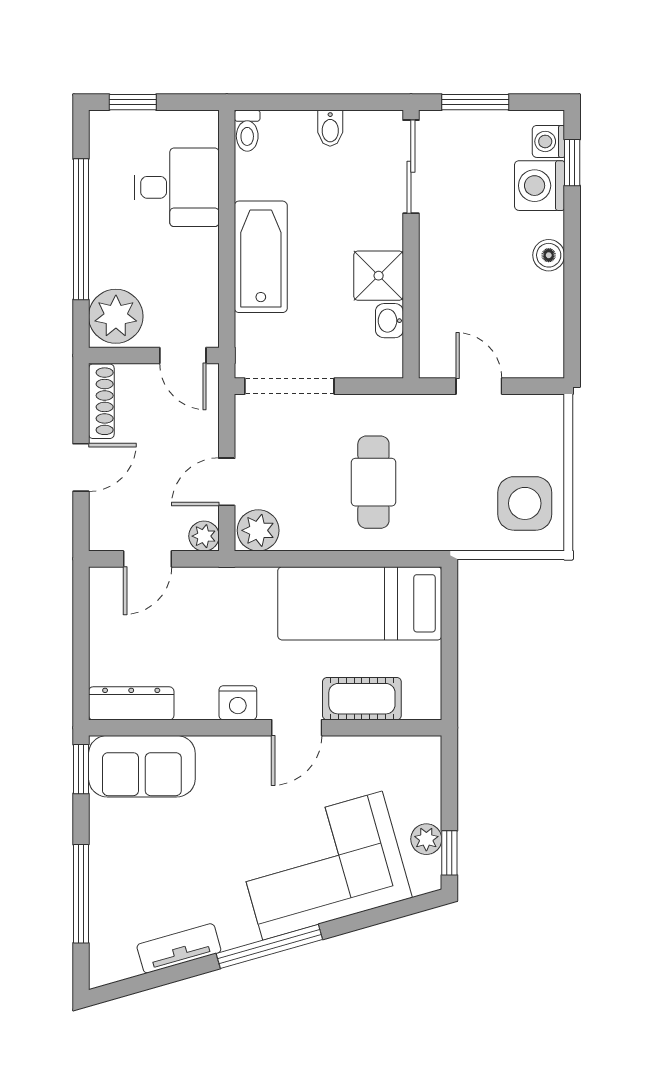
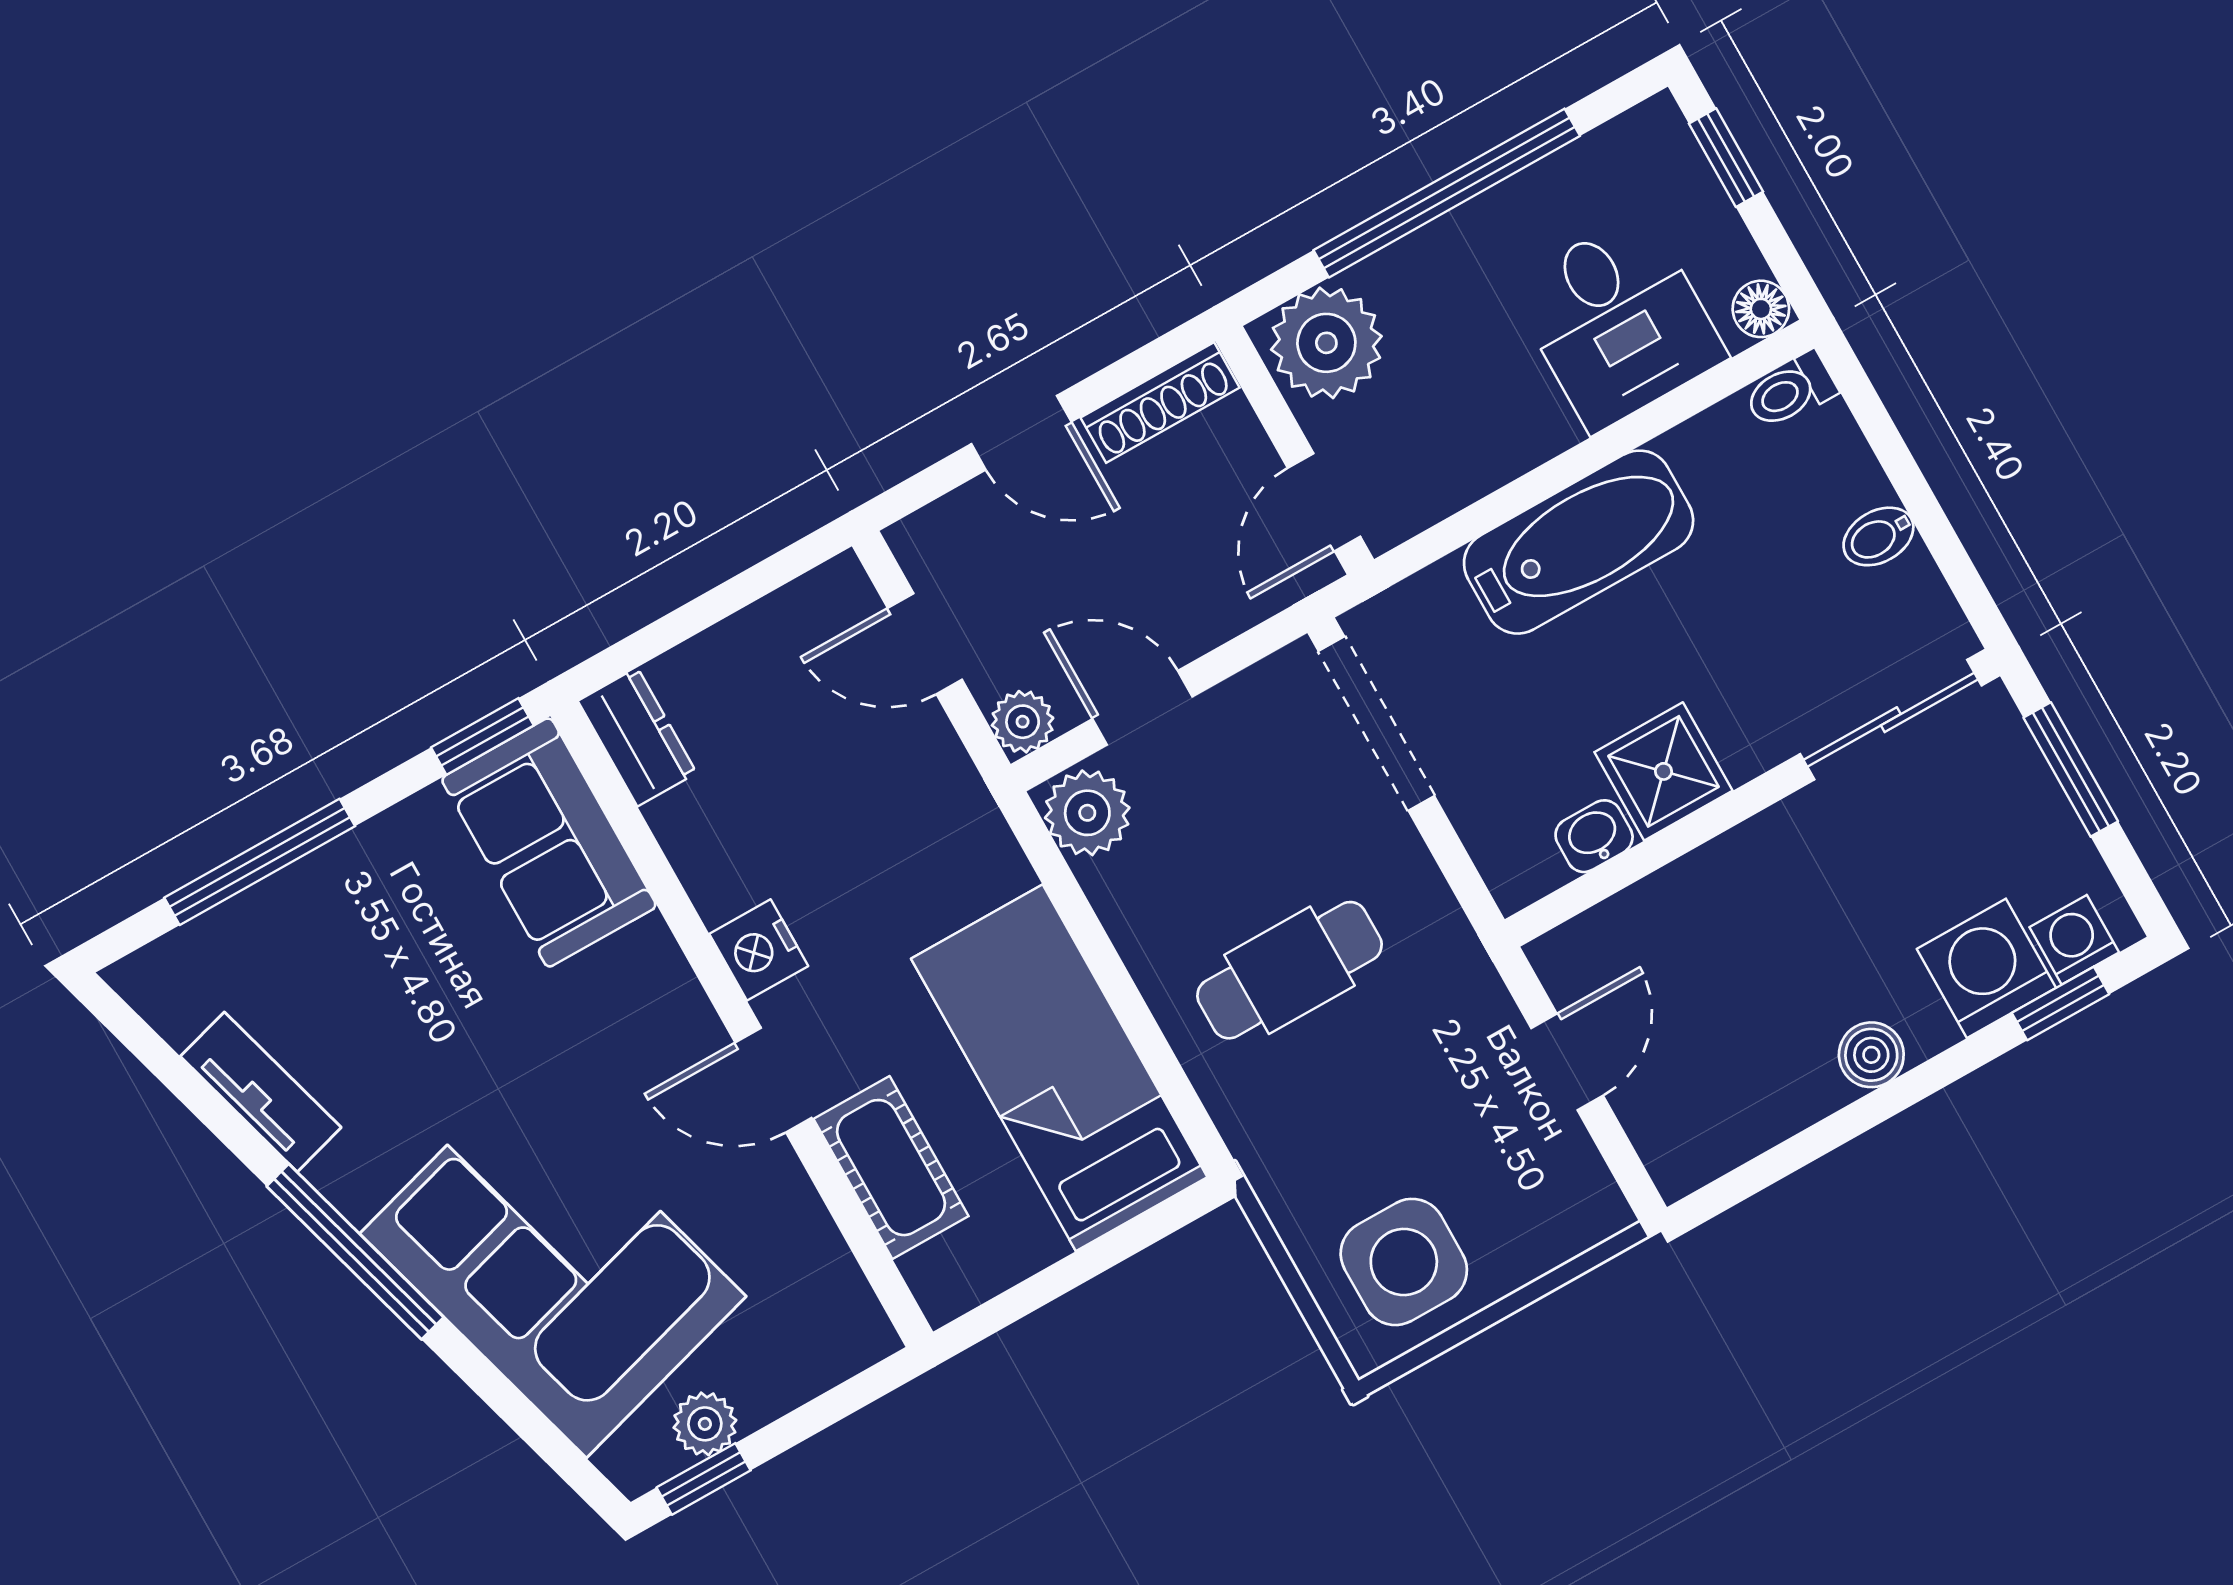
floor lamp: (205, 124) -> (1761, 309), added
dresser: (131, 703) -> (637, 737), width x0.70

